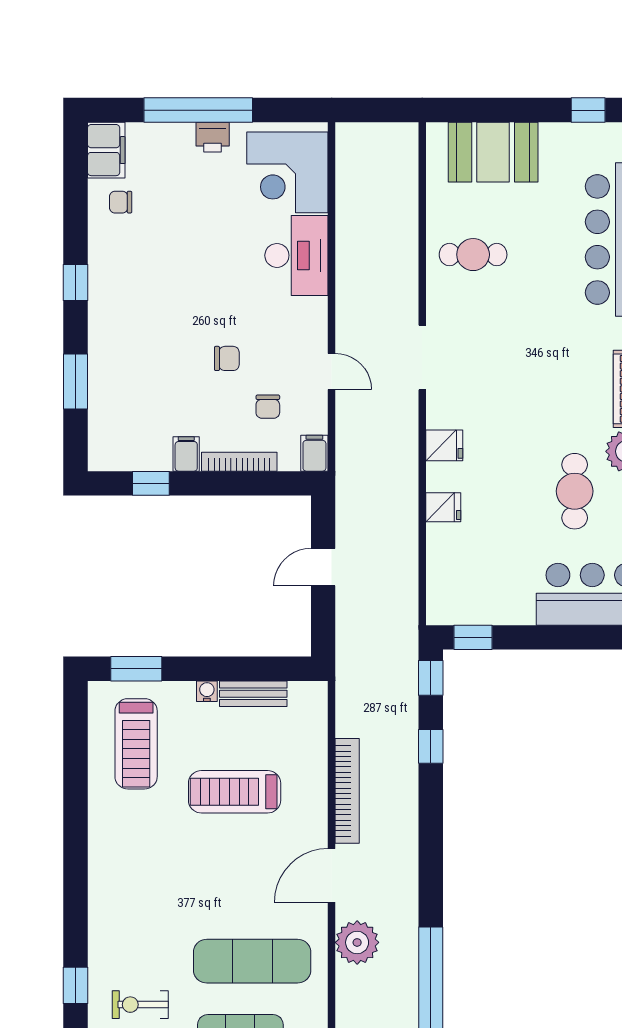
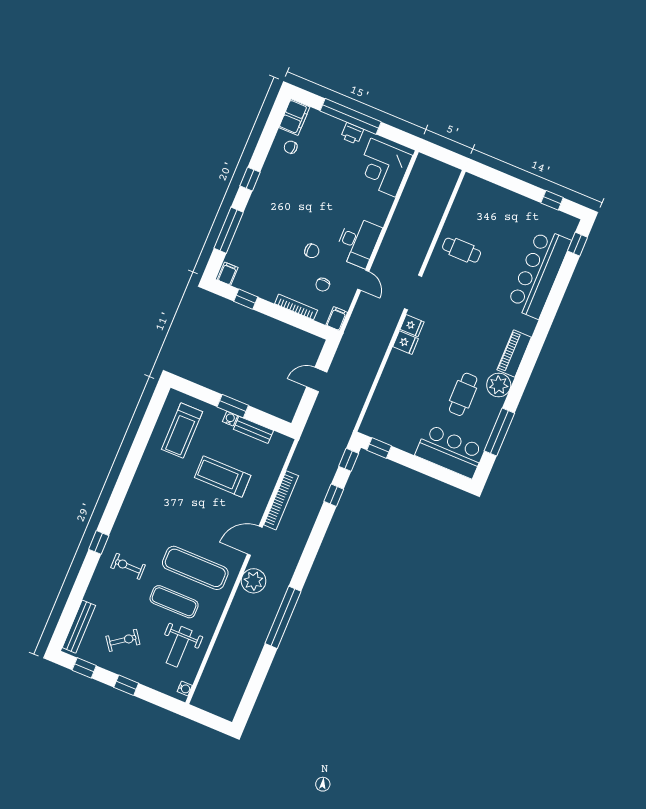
booth: (493, 152) -> (494, 202), removed
desk: (296, 255) -> (358, 242), moved
window: (76, 382) -> (229, 230), width x1.44
filing cabinet: (186, 454) -> (228, 274), moved
fridge: (443, 507) -> (412, 326), moved
window: (136, 669) -> (233, 406), moved

